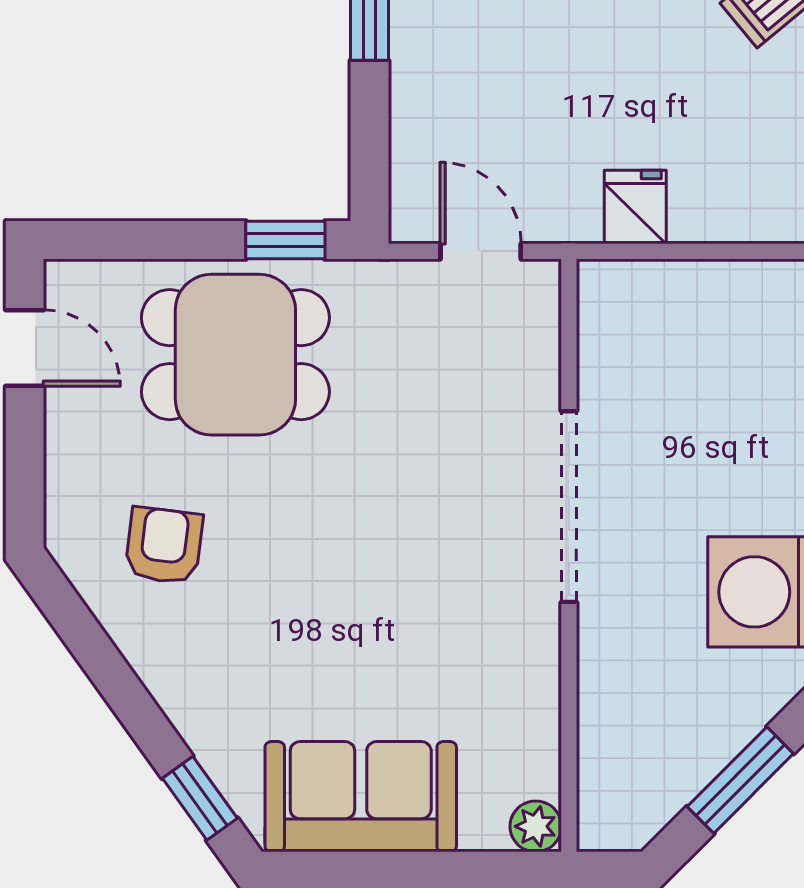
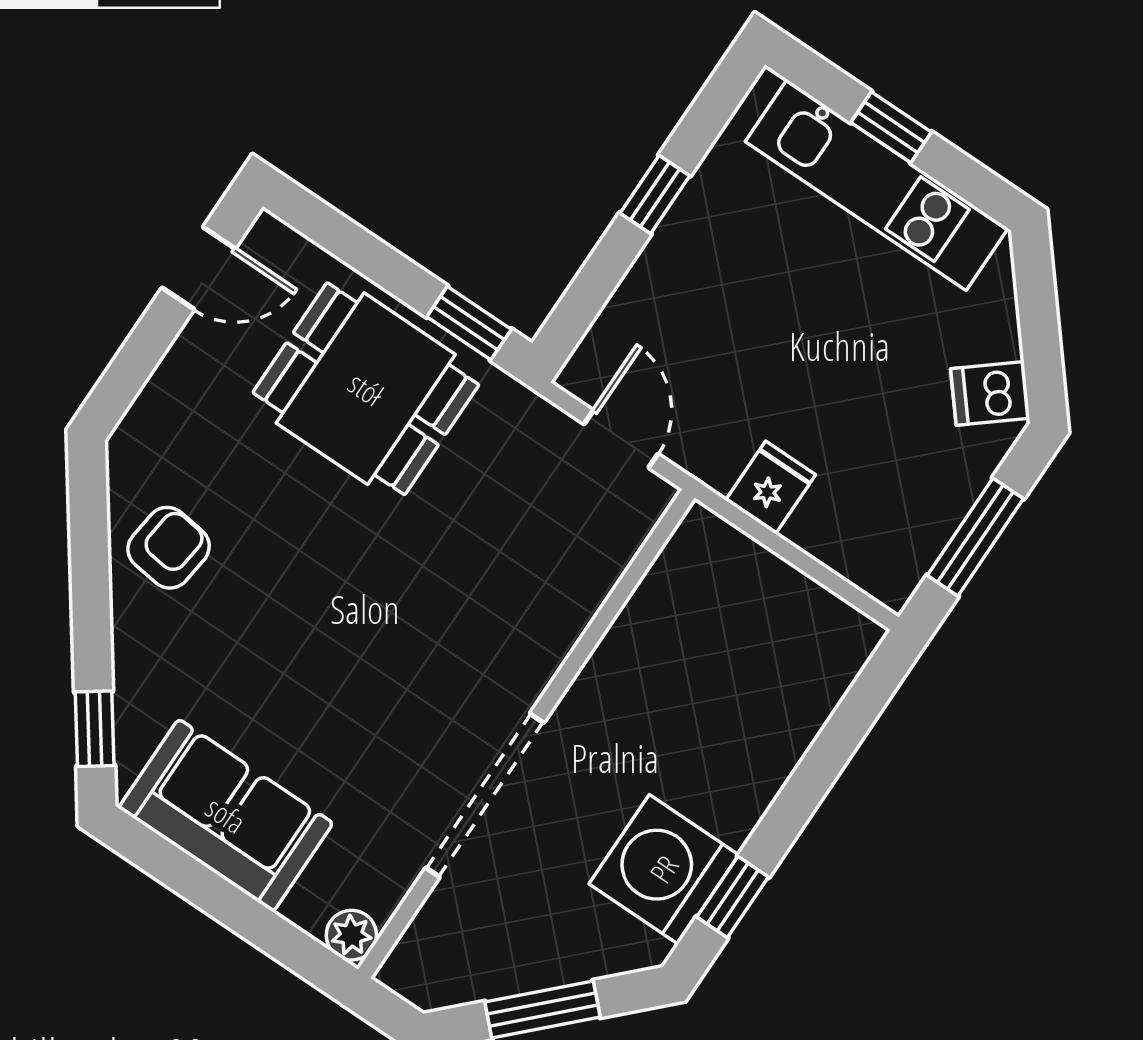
door: (25, 348) -> (199, 268), hinge flipped
doorway: (569, 507) -> (485, 795), moved
armchair: (164, 546) -> (169, 548), moved

